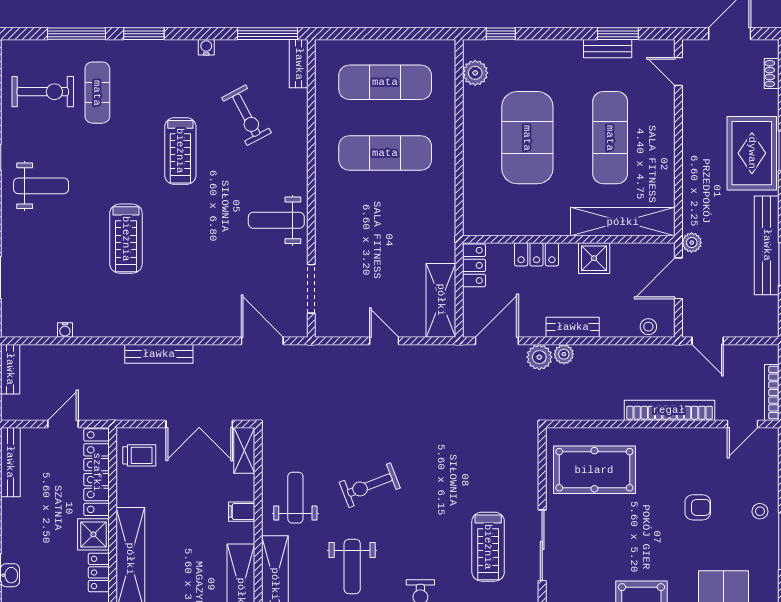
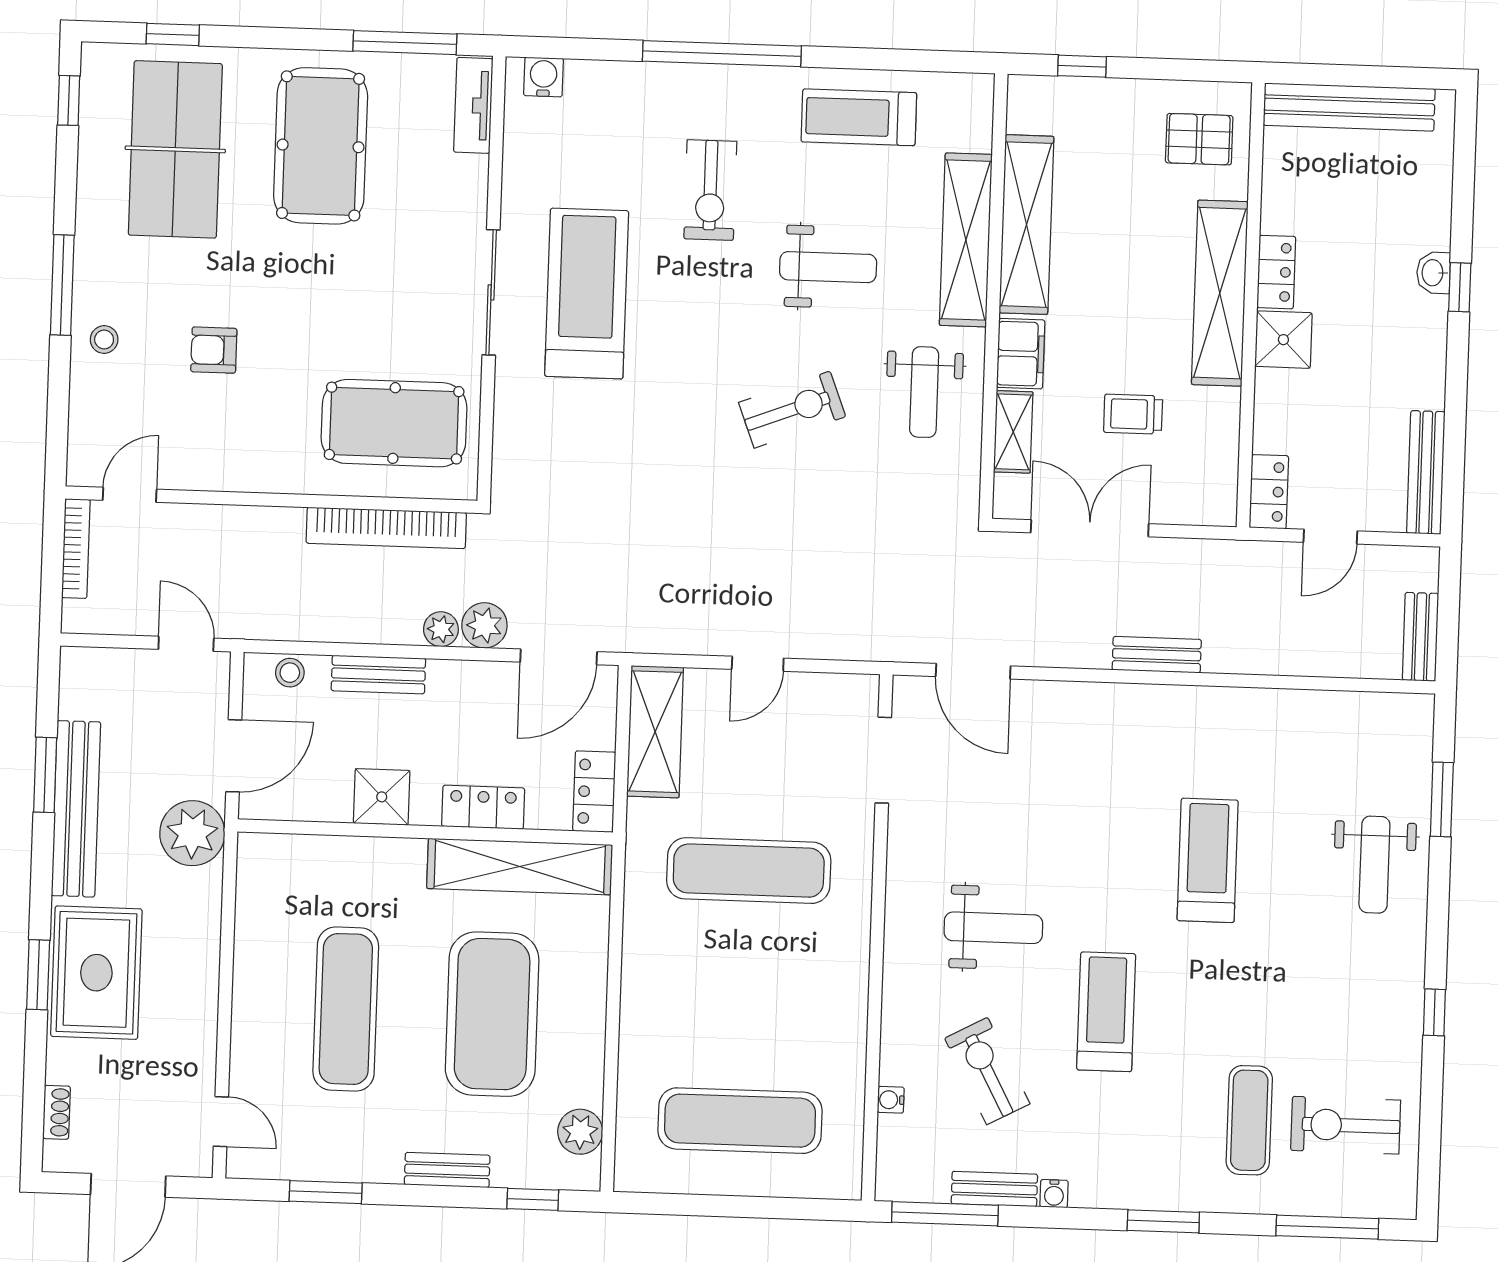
window: (77, 34) -> (1327, 1227), moved
bench: (608, 49) -> (447, 1170), moved
bench: (299, 64) -> (994, 1189), moved, turned 90
exercise mat: (385, 153) -> (749, 871), moved
weight bench: (41, 186) -> (1374, 865), moved, turned -90
weight bench: (276, 220) -> (993, 928), moved
shelving: (623, 222) -> (520, 867), moved
plant: (692, 243) -> (192, 833), width x1.87, depth x1.87
bench: (573, 327) -> (378, 674), moved
water cooler: (65, 330) -> (891, 1100), moved, turned -90
door: (384, 341) -> (758, 664), hinge flipped
bench: (159, 354) -> (1157, 655), width x0.73
bookcase: (669, 410) -> (386, 528), moved
shelving: (244, 450) -> (1013, 432), moved
trolley: (139, 455) -> (1133, 414), moved
locker: (97, 472) -> (1269, 492), width x0.46, depth x0.83
filing cabinet: (242, 512) -> (1021, 354), width x2.00
treadmill: (488, 547) -> (587, 294), width x1.37, depth x1.38
weight bench: (352, 566) -> (828, 267), turned 90

